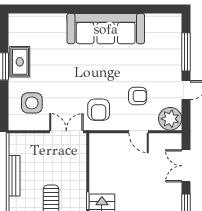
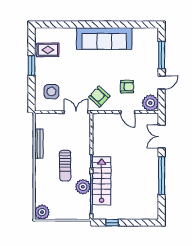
rug: (20, 62) -> (48, 50), moved, turned 90
armchair: (99, 110) -> (99, 96), turned 133

